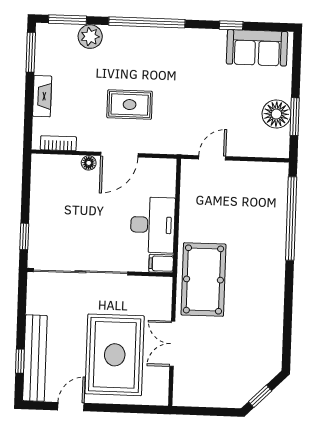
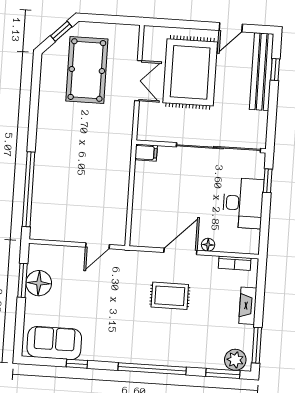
plant: (90, 37) -> (235, 360), moved
desk: (153, 225) -> (243, 203), moved, turned 180
pool table: (203, 280) -> (87, 70), moved

